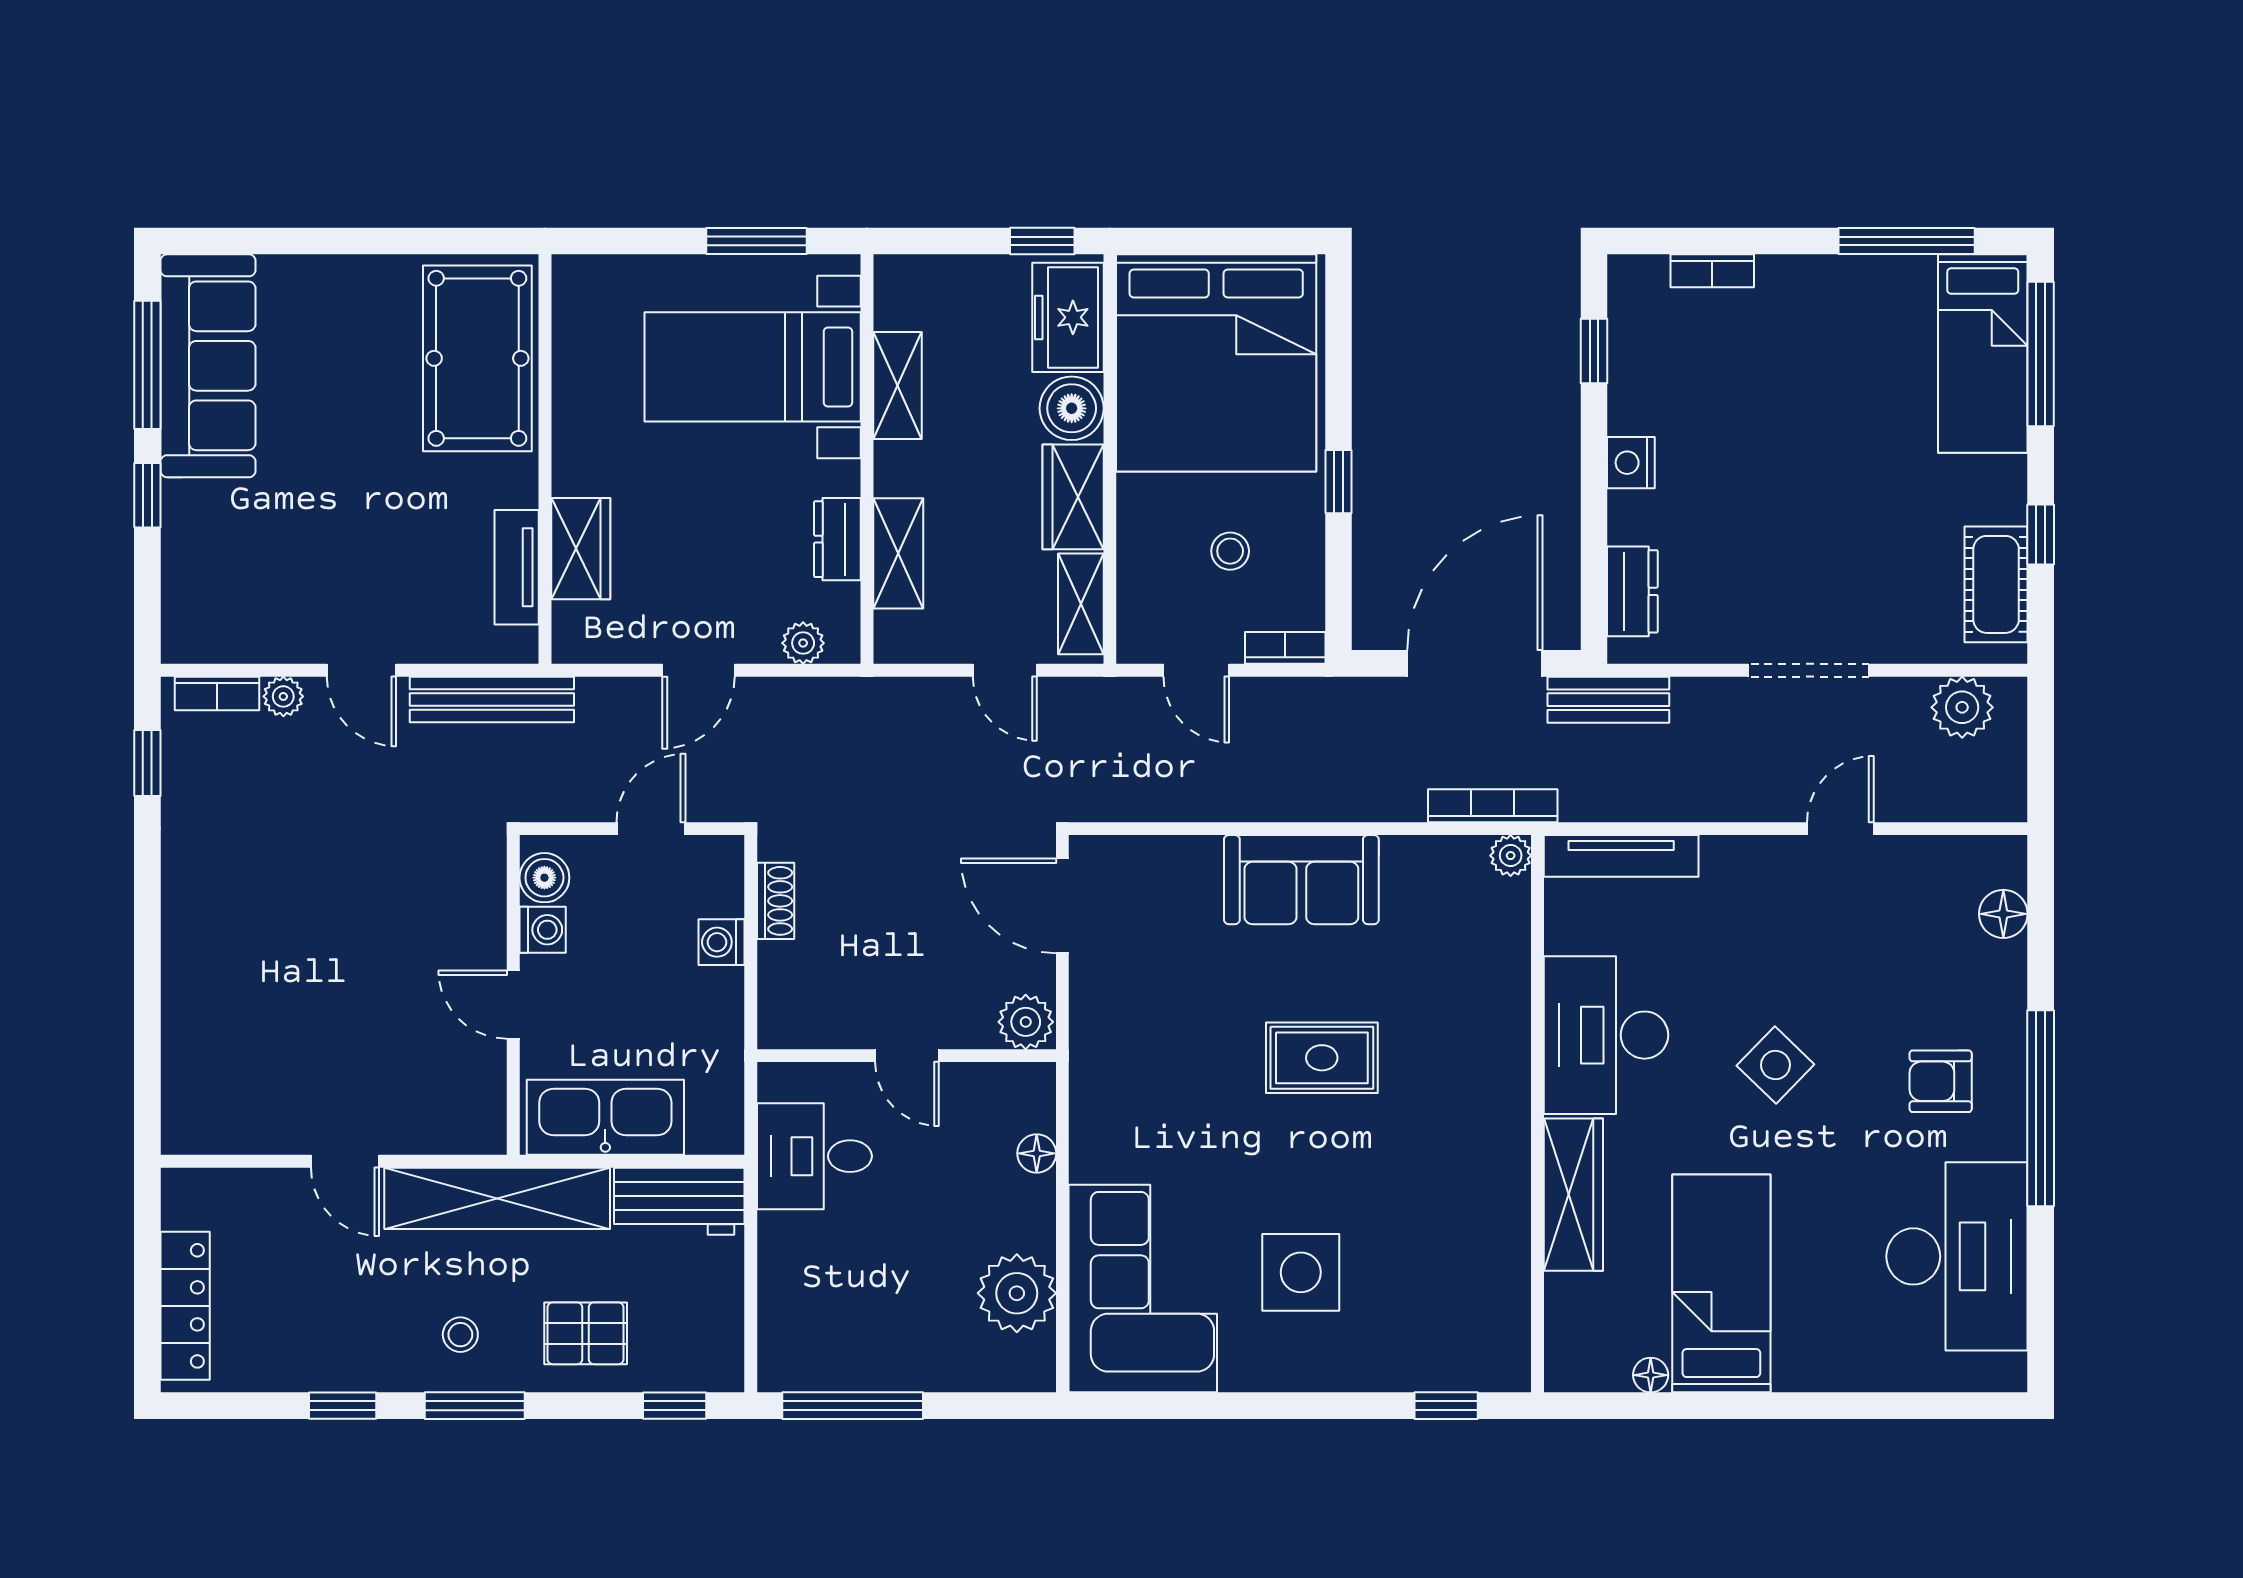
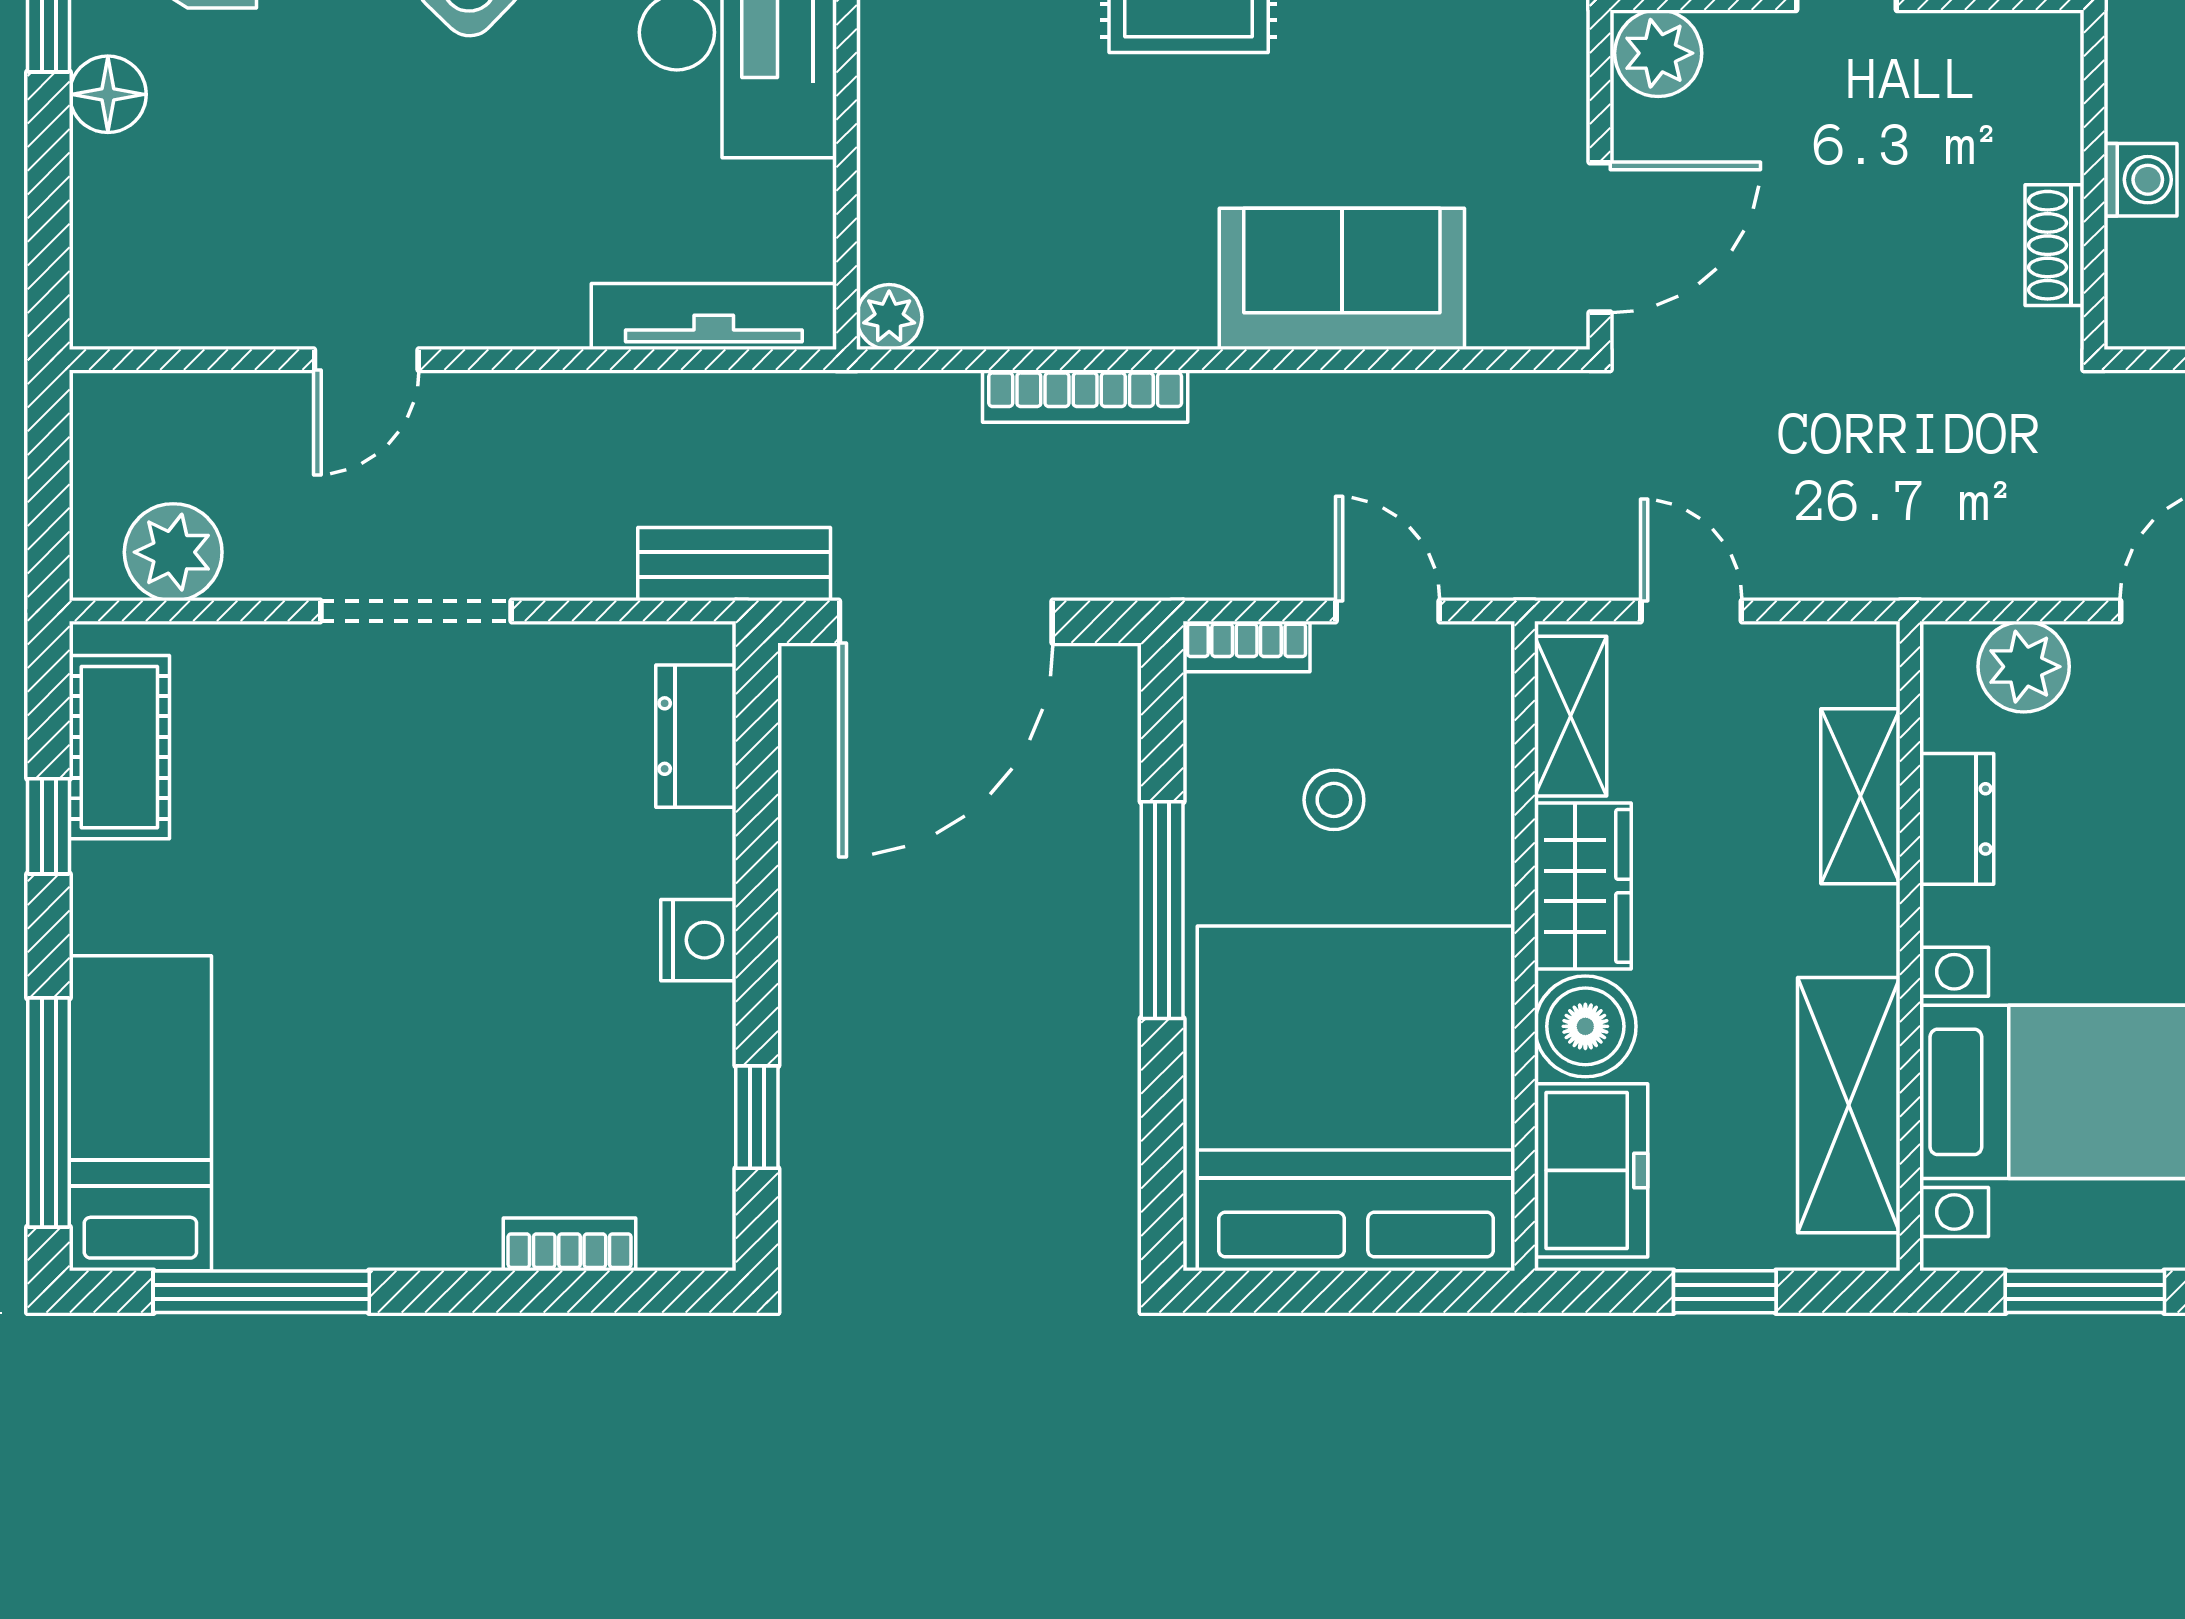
window: (1042, 241) -> (1725, 1292), moved
shelving: (897, 385) -> (1849, 1105), width x1.50, depth x1.33
window: (1338, 482) -> (1162, 910), width x2.17
plant: (803, 643) -> (2024, 667), width x1.38, depth x1.38
bookcase: (1493, 806) -> (1085, 396), moved
sofa: (1301, 880) -> (1342, 279), moved
door: (1062, 906) -> (1600, 237), hinge flipped
floor lamp: (2003, 914) -> (108, 94), moved

